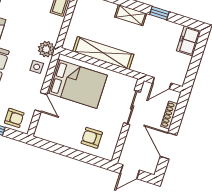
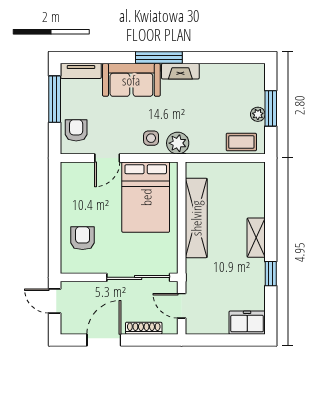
sliding door: (132, 107) -> (138, 277), width x1.37
armchair: (14, 118) -> (76, 130), turned 180

